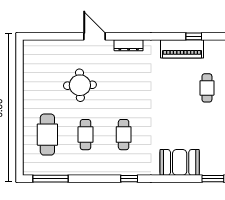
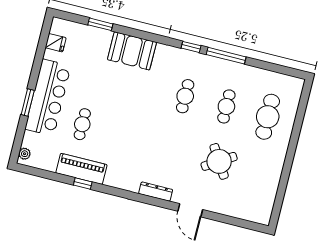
piano: (182, 49) -> (81, 169), moved
round table: (80, 85) -> (219, 161), turned -30
window: (50, 179) -> (226, 56), moved

